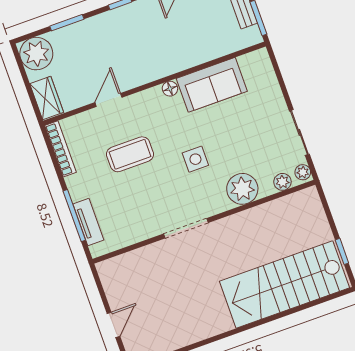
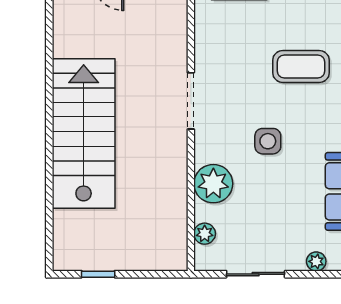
coffee table: (130, 154) -> (301, 67), turned 90
plant: (303, 172) -> (316, 261), moved
stairs: (284, 284) -> (84, 133), moved

